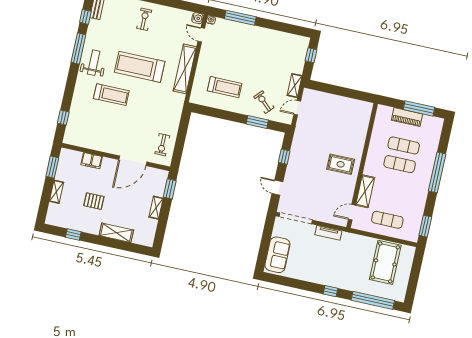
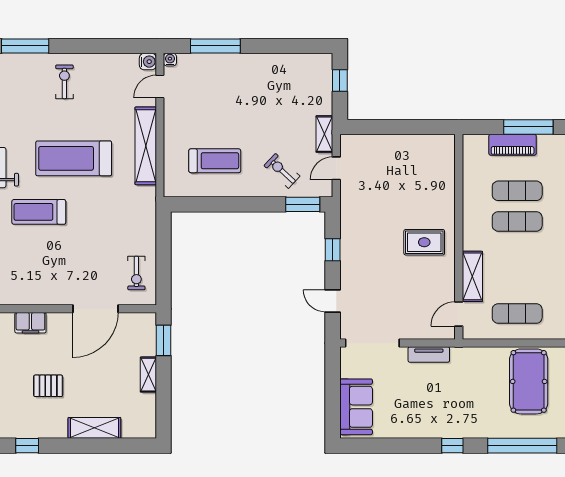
door: (201, 35) -> (160, 86), hinge flipped
treadmill: (111, 95) -> (39, 212), turned 180
window: (257, 122) -> (303, 204), moved

